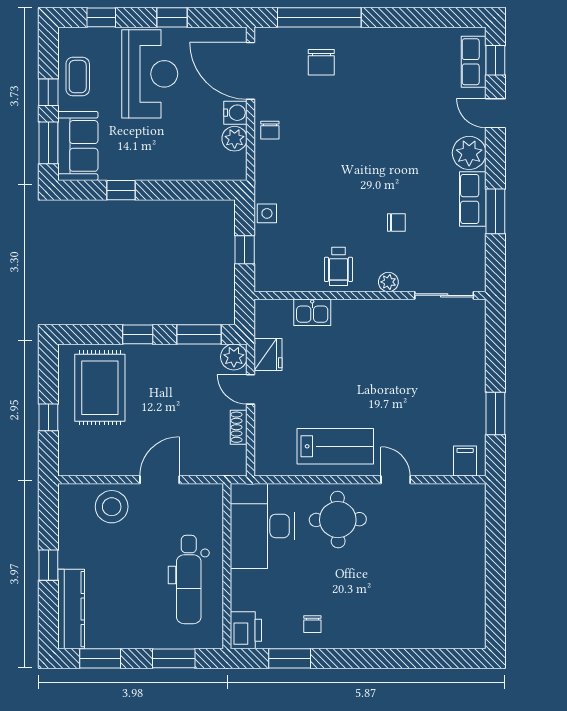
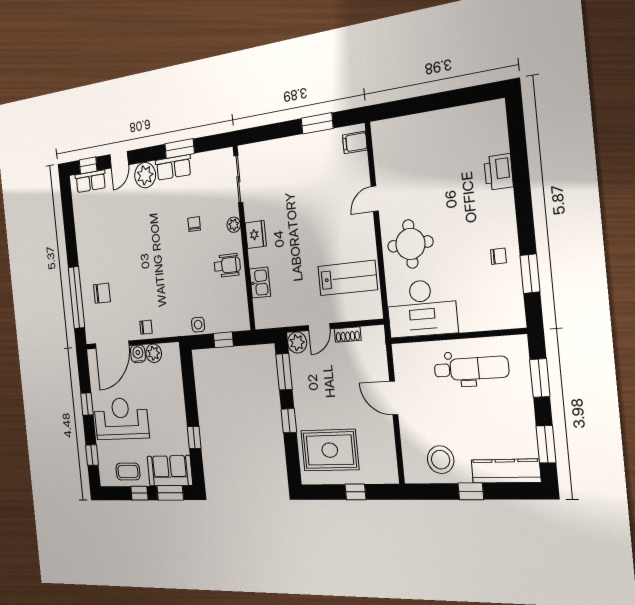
fridge: (268, 354) -> (256, 234), moved, turned 90
lab bench: (335, 446) -> (348, 278), moved, turned 90
stool: (112, 507) -> (441, 460), moved
printer: (246, 630) -> (499, 172), moved, turned -90

